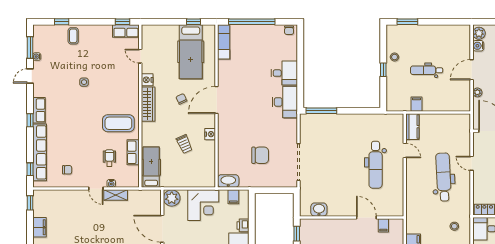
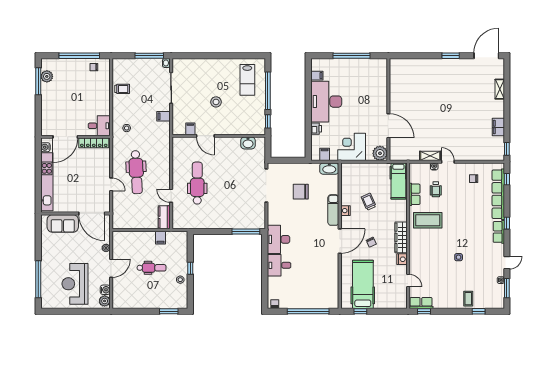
exam couch: (224, 42) -> (333, 210), moved

